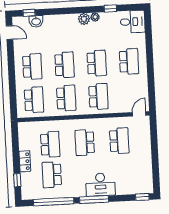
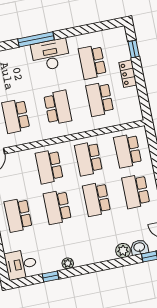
plant: (84, 19) -> (123, 251), moved
school desk: (52, 175) -> (92, 62), turned 180
desk: (100, 185) -> (51, 55), moved
window: (54, 202) -> (85, 29), removed

